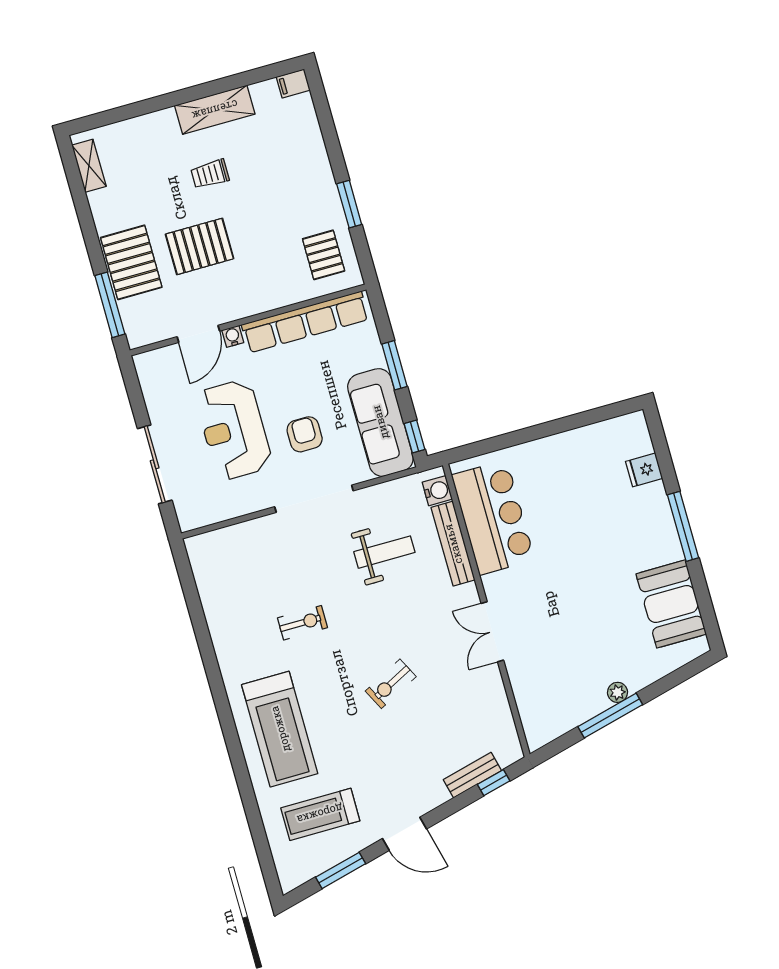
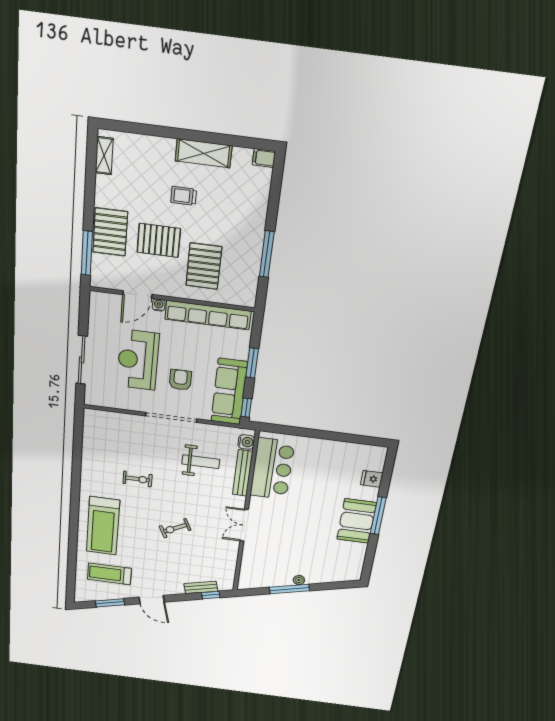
window: (349, 204) -> (267, 254), width x1.44
pallet: (324, 255) -> (204, 266), moved, width x1.50, depth x1.42
booth: (671, 604) -> (357, 521), moved

